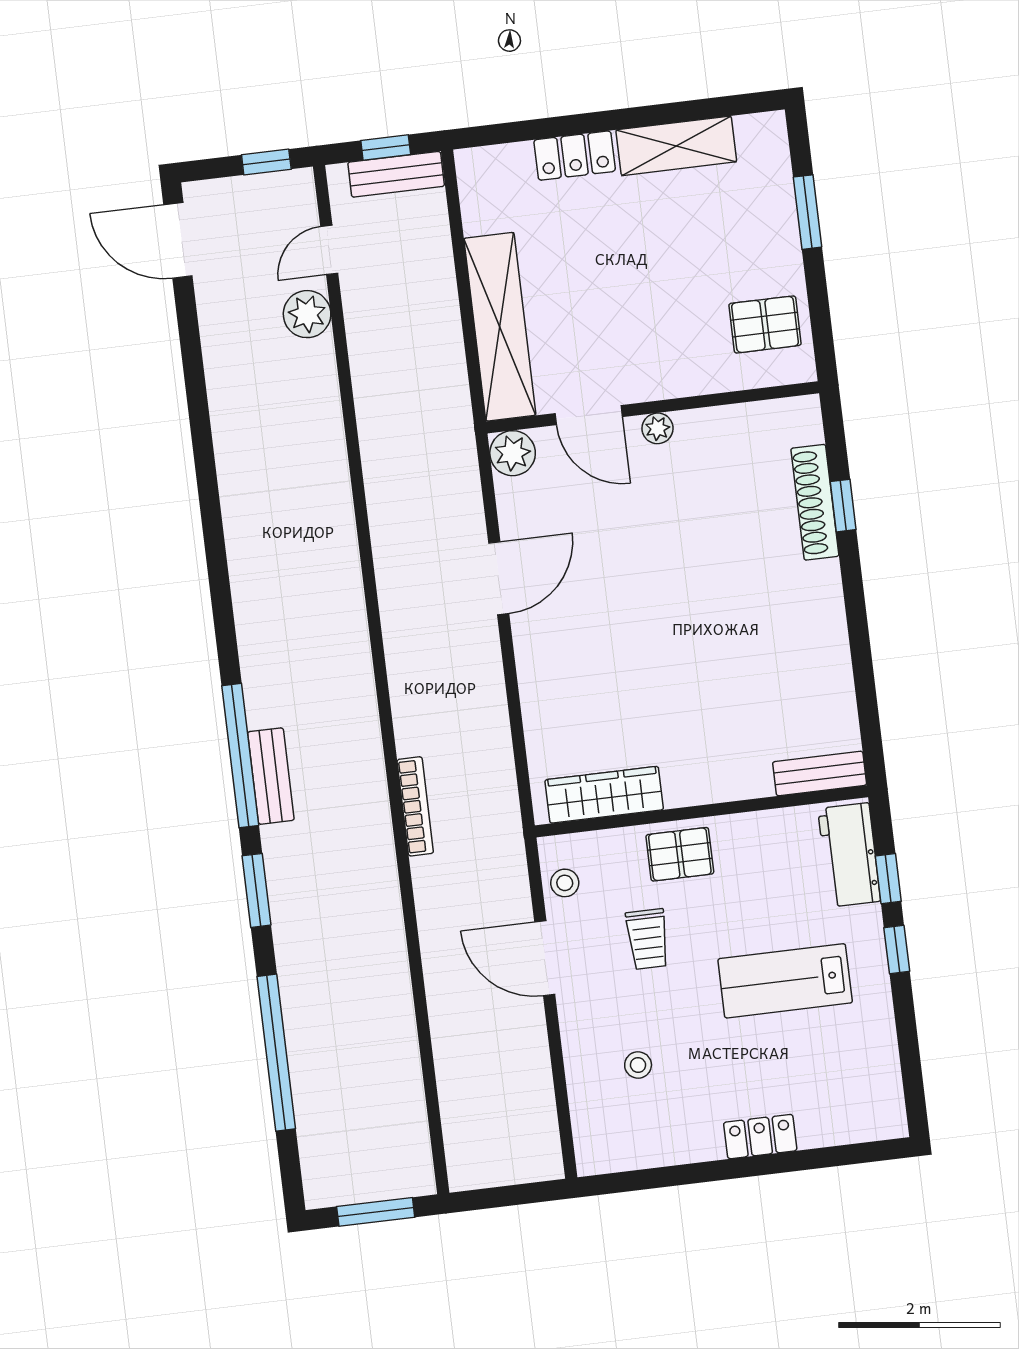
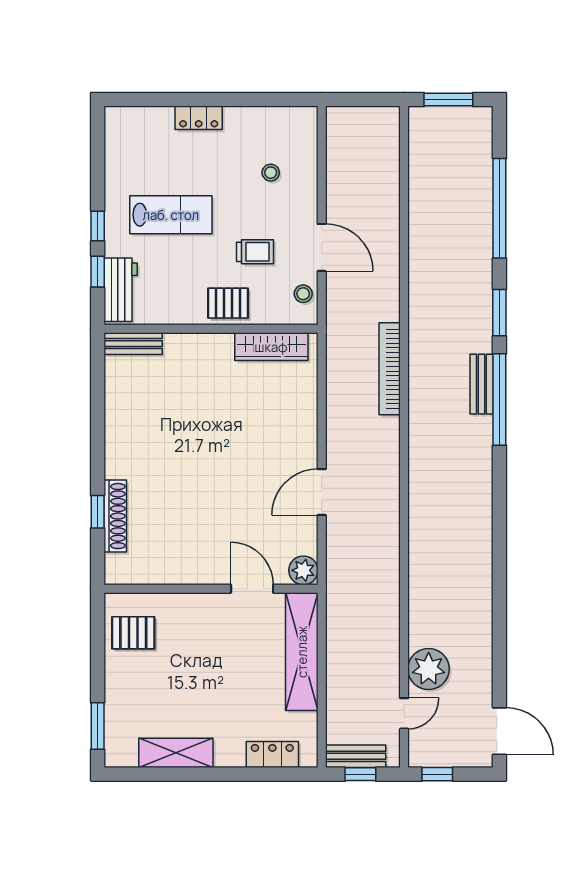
locker: (575, 156) -> (272, 755), moved
window: (808, 212) -> (98, 726), moved
plant: (307, 314) -> (429, 669), width x1.36, depth x1.36
plant: (658, 428) -> (209, 575), removed
bookcase: (415, 806) -> (390, 369), width x1.48, depth x1.31
trolley: (648, 939) -> (255, 252), turned 90

